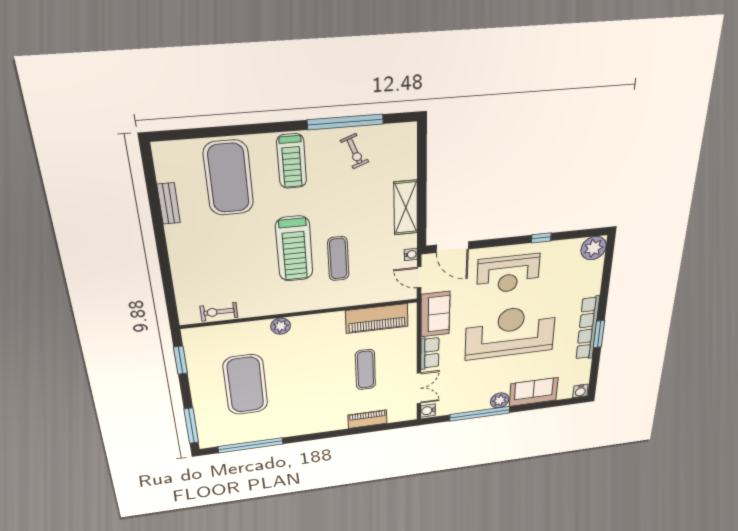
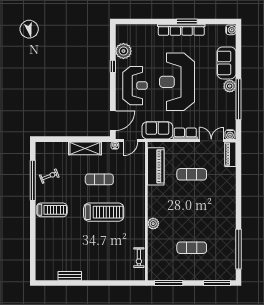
exercise mat: (228, 178) -> (58, 244), removed
plant: (594, 248) -> (123, 51), moved
exercise mat: (338, 259) -> (99, 179), moved
window: (180, 360) -> (169, 283), width x1.44
exercise mat: (245, 385) -> (192, 248), width x0.50, depth x0.69
piano: (367, 419) -> (230, 154), moved

